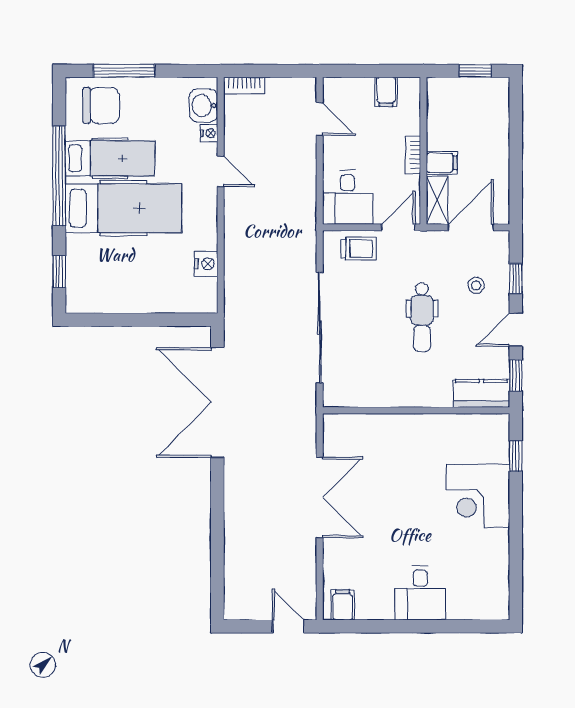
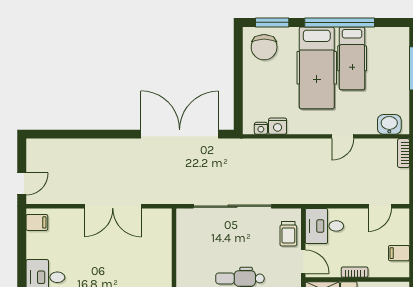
chair: (101, 105) -> (264, 47), moved
nightstand: (209, 133) -> (261, 128), moved
window: (59, 271) -> (272, 22), width x1.50

